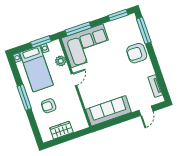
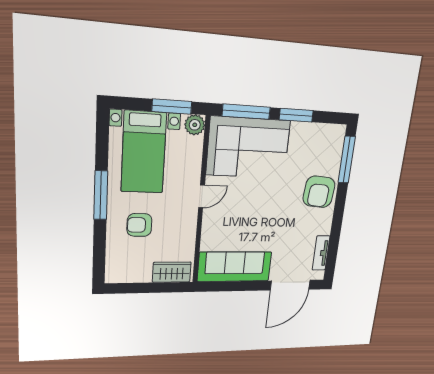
window: (118, 15) -> (296, 115), moved
armchair: (137, 53) -> (319, 192), turned -85
plant: (61, 61) -> (195, 125), moved
door: (146, 111) -> (290, 285), width x1.88
wardrobe: (61, 130) -> (172, 272), moved

